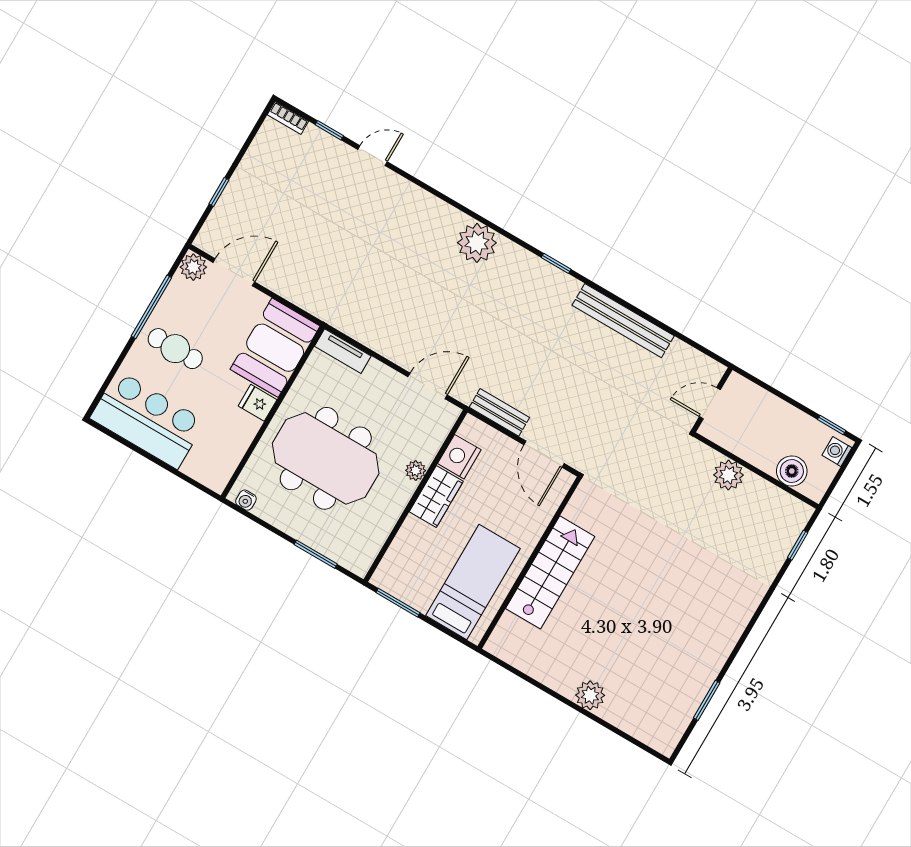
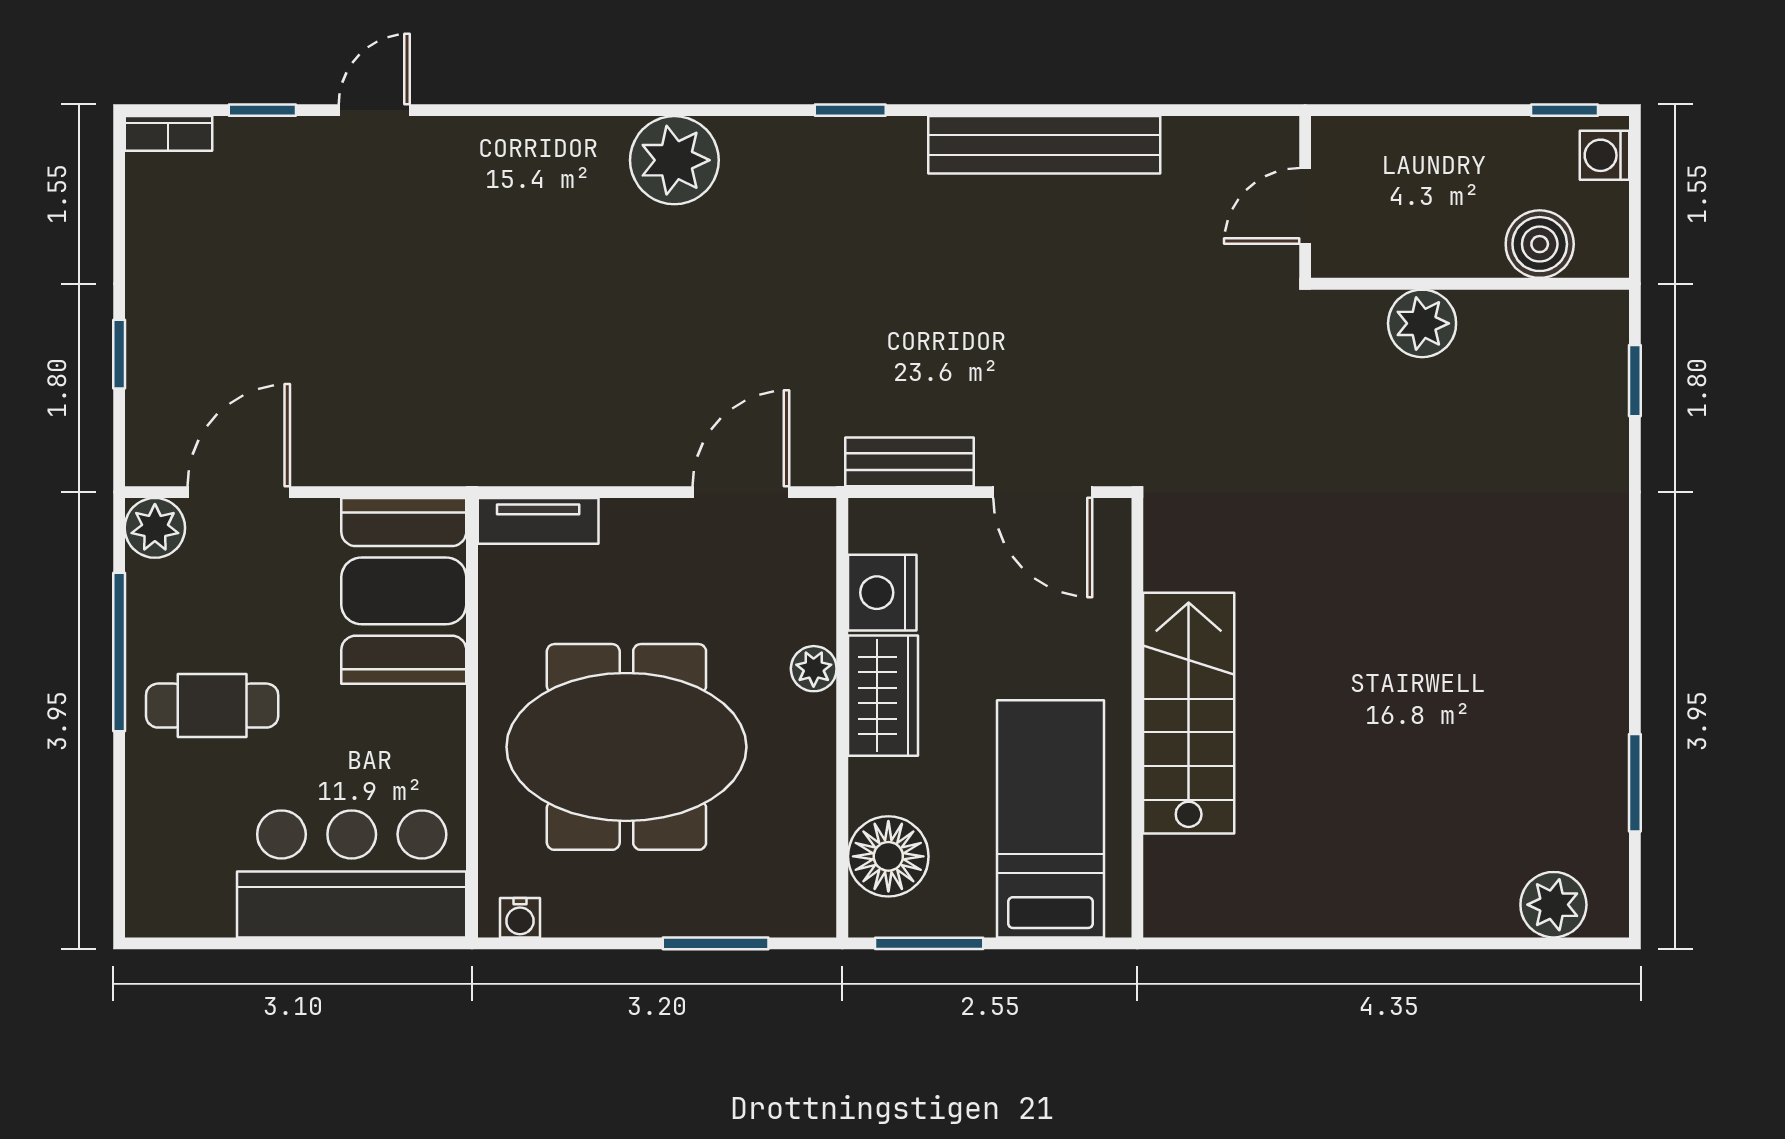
fridge: (258, 403) -> (432, 717), removed
bar counter: (148, 420) -> (352, 874), moved
floor lamp: (402, 560) -> (888, 856), added
plant: (590, 695) -> (1553, 905), moved

